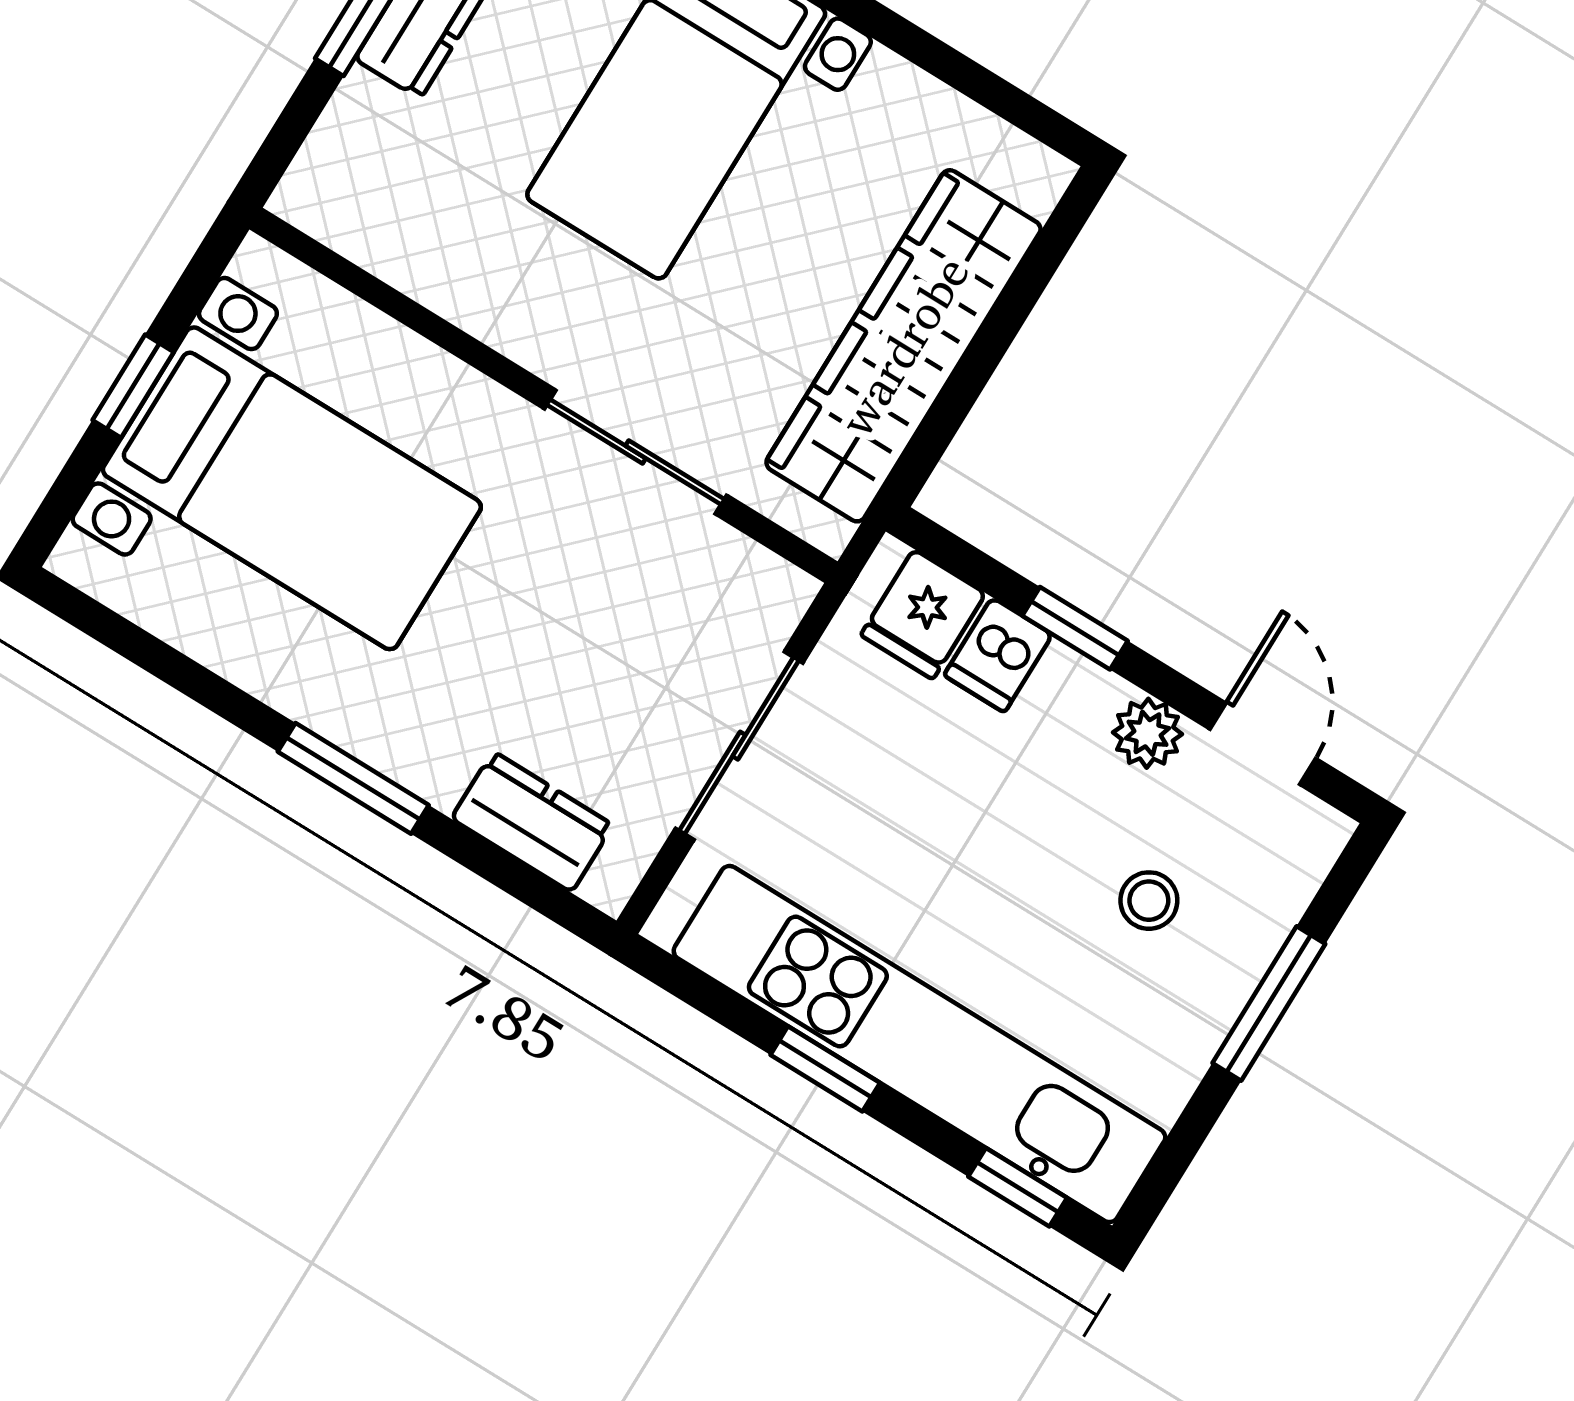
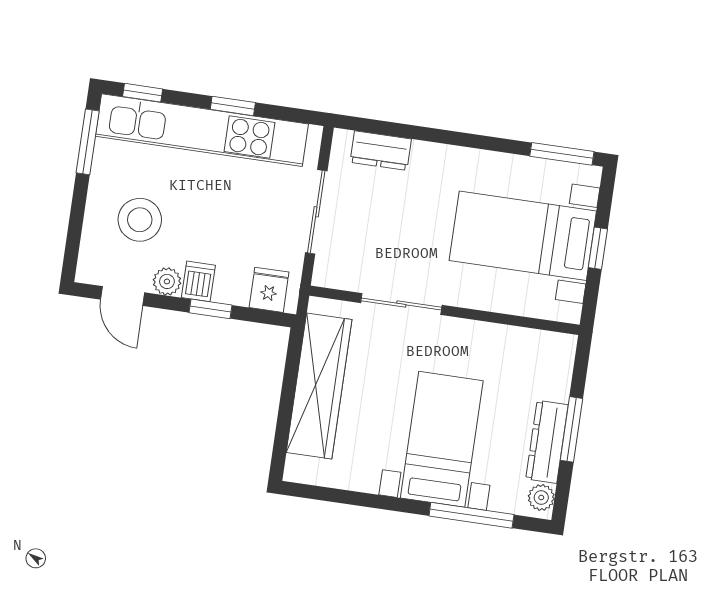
dishwasher: (998, 655) -> (198, 281), moved
window: (353, 778) -> (562, 154), moved
stool: (1149, 901) -> (140, 220), width x1.89, depth x1.89
window: (1269, 1003) -> (88, 142), moved

